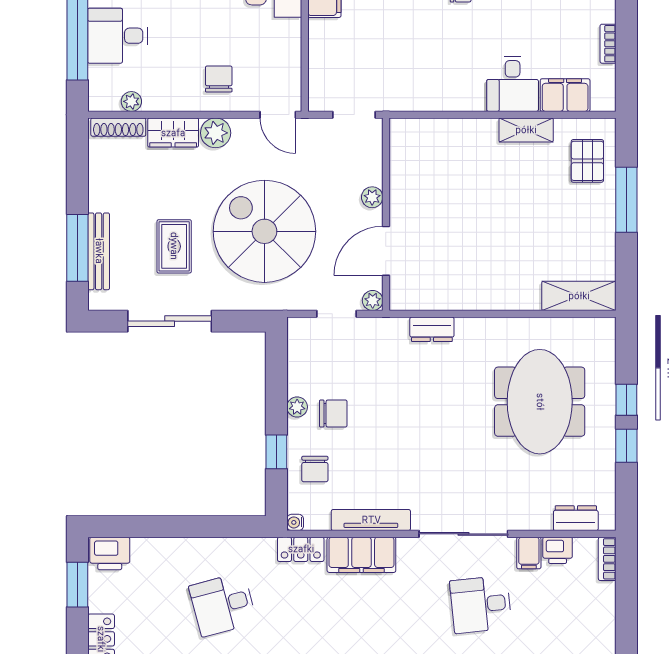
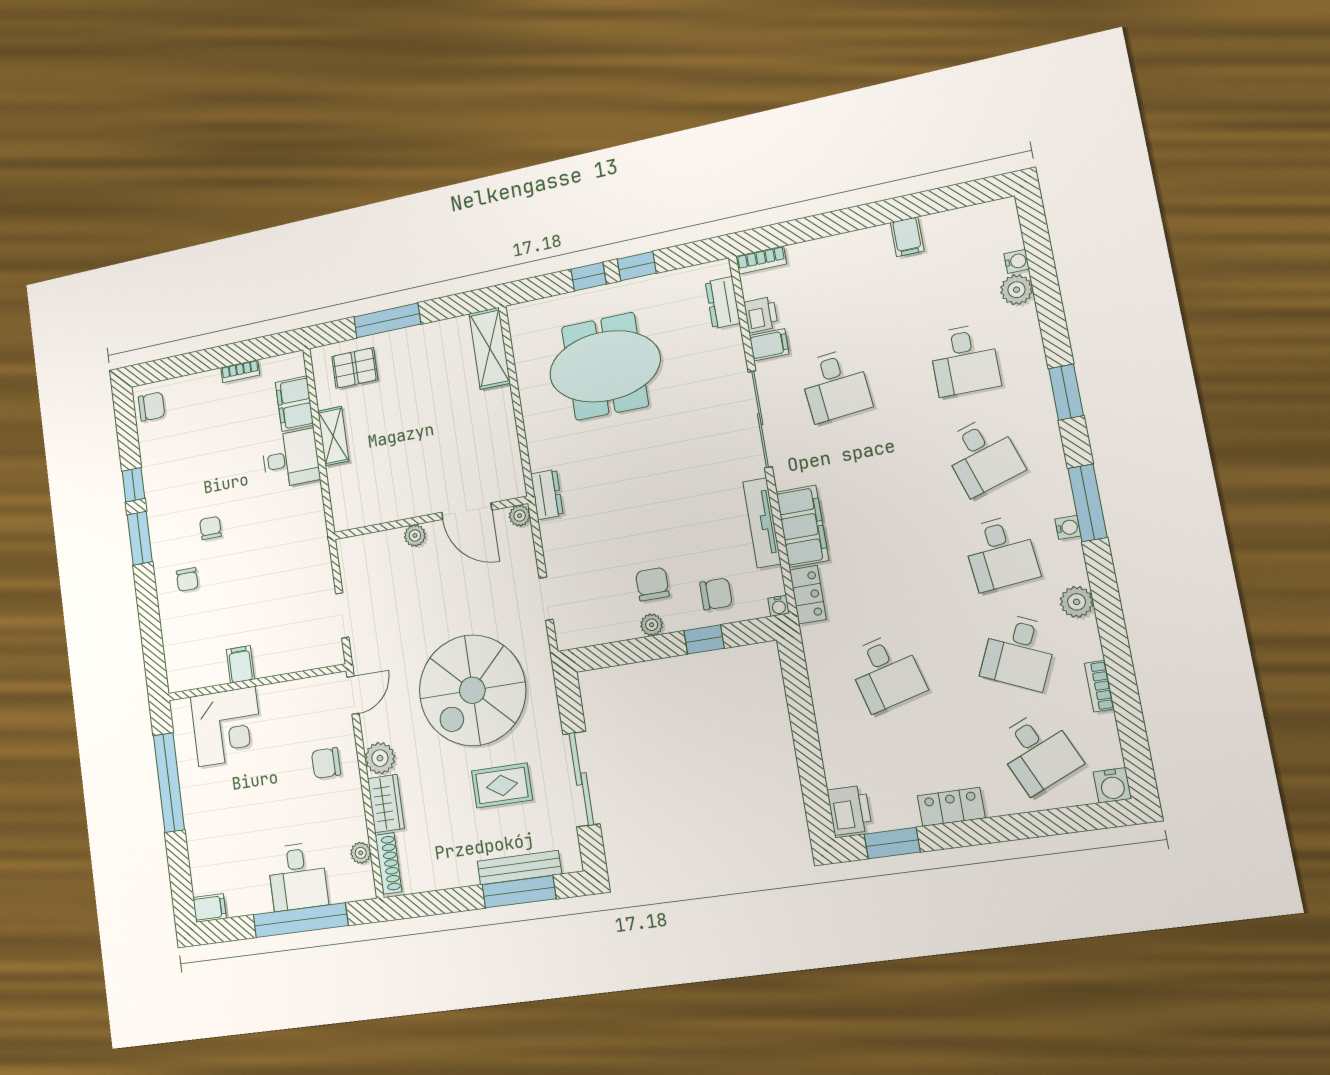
plant: (372, 197) -> (415, 535), moved
wall: (386, 214) -> (430, 518), moved
door: (386, 251) -> (467, 511), moved
plant: (373, 301) -> (520, 516), moved

